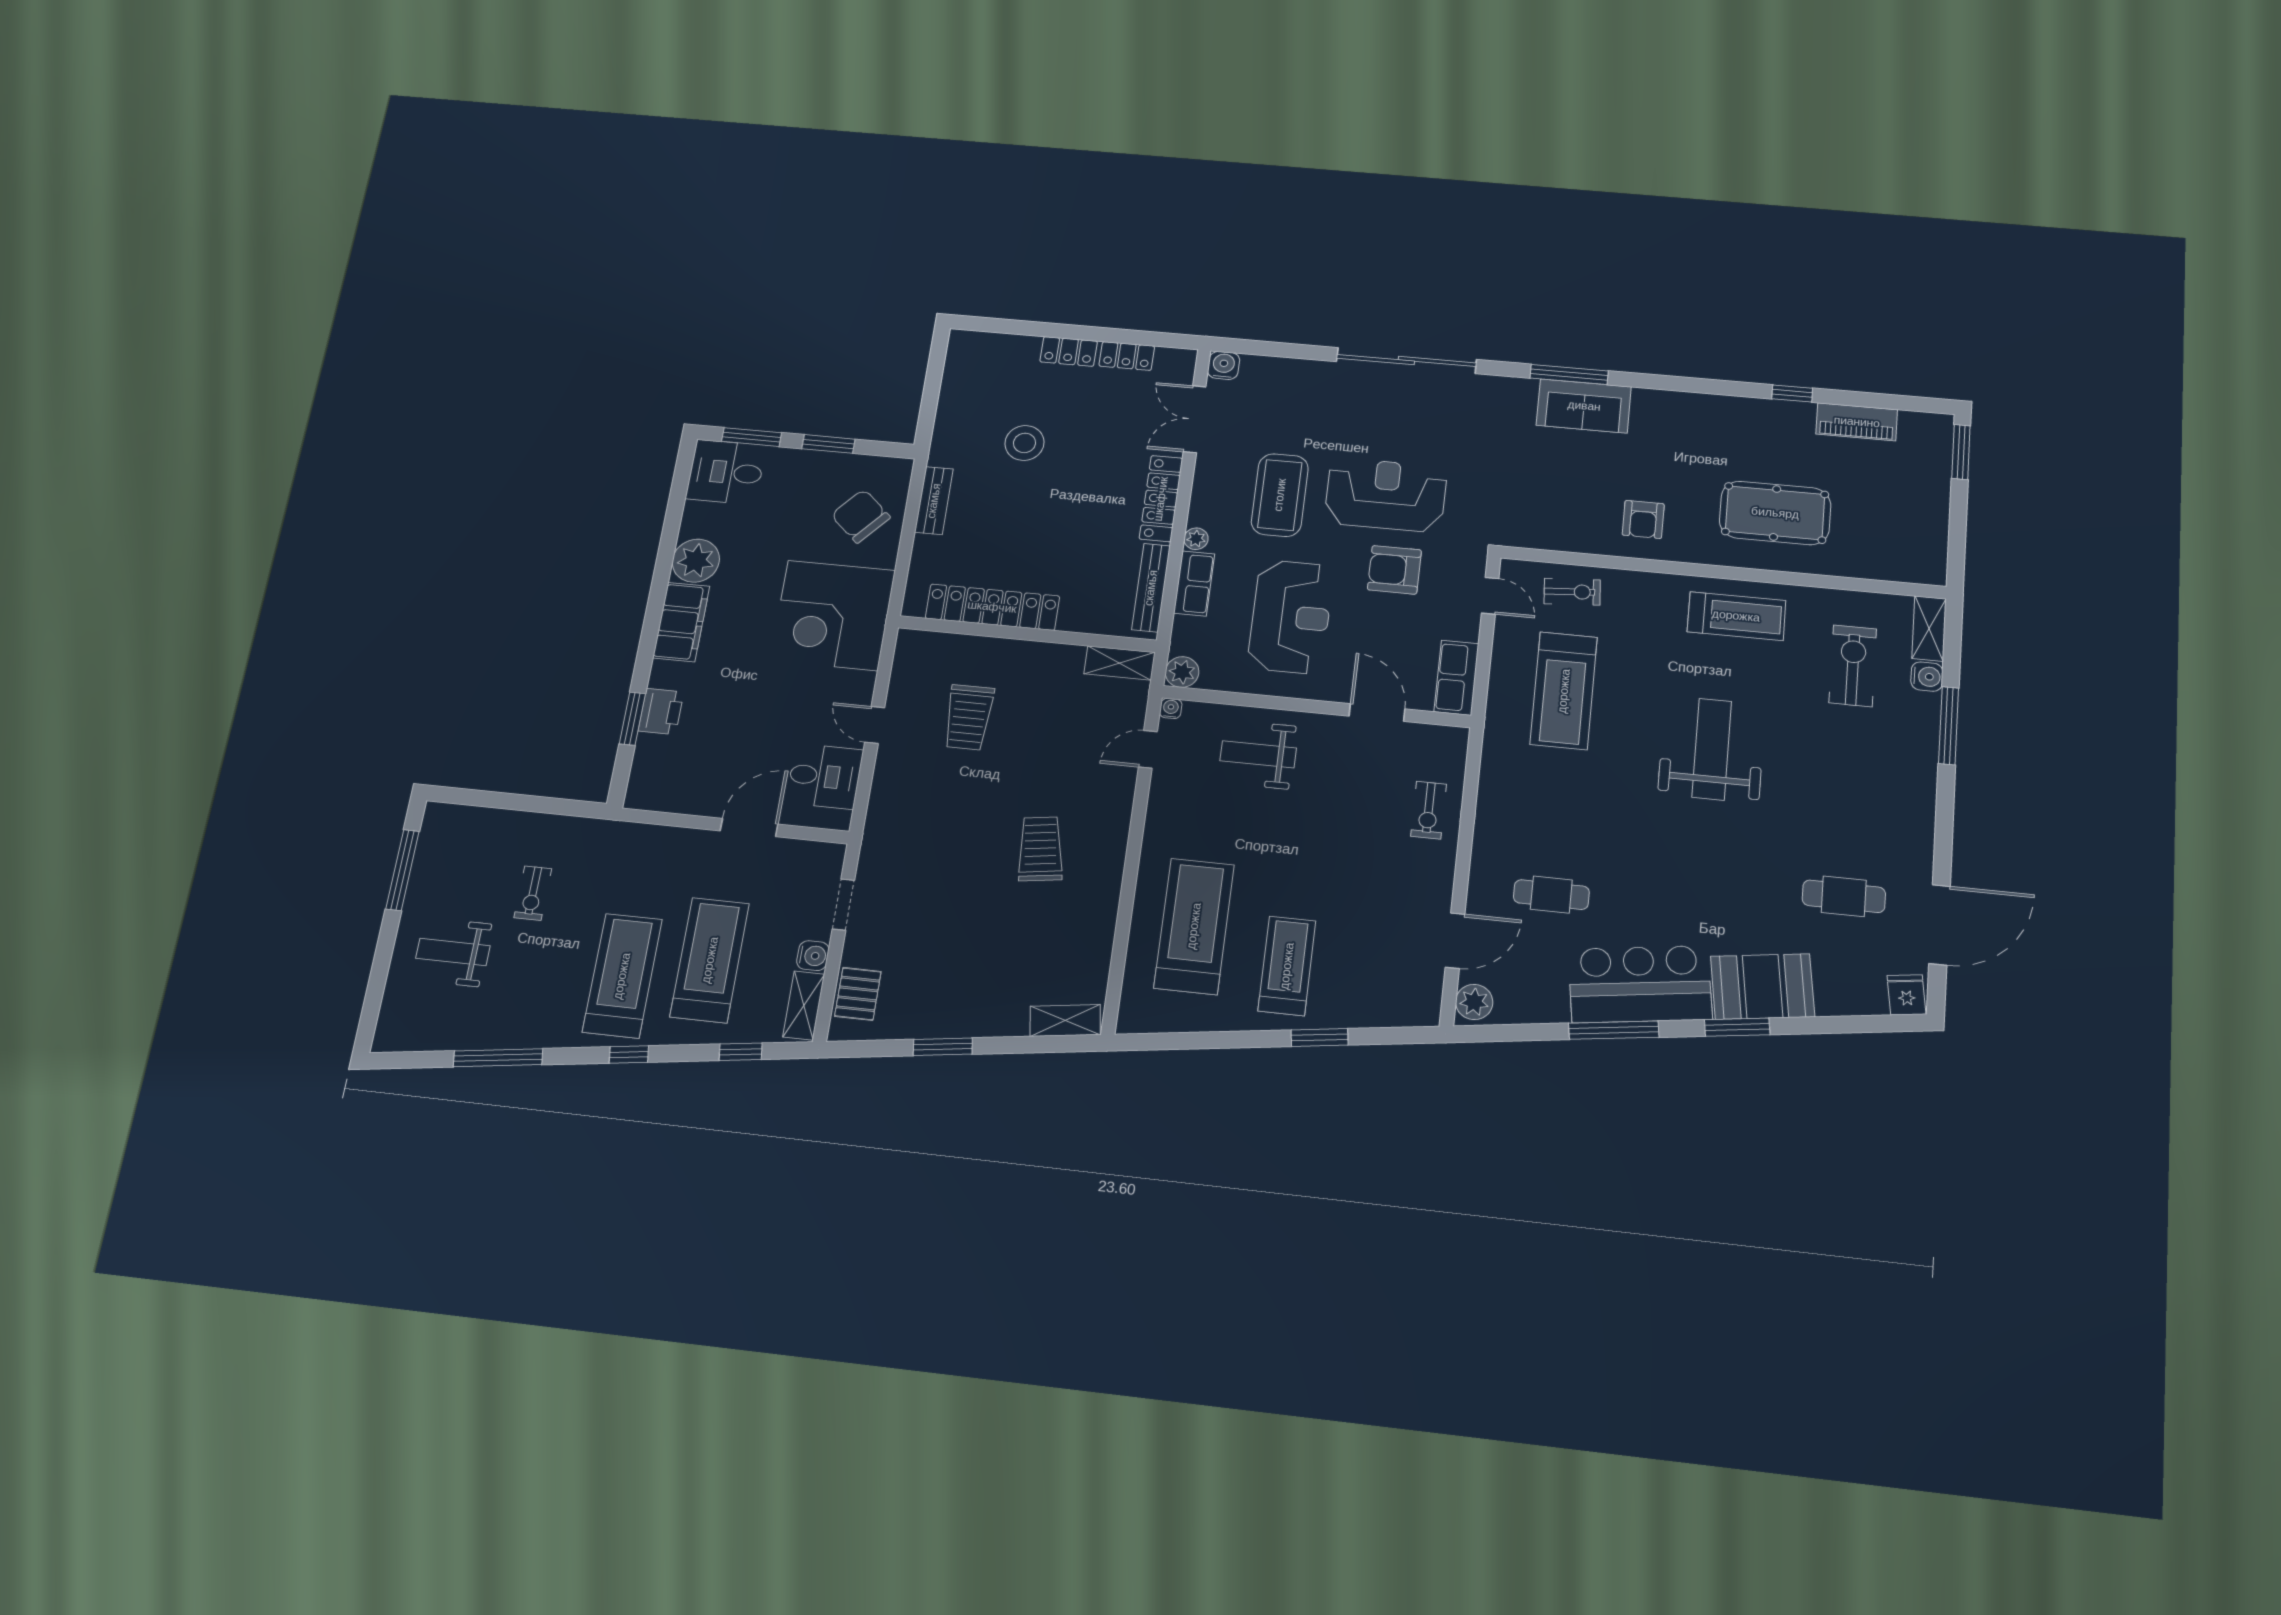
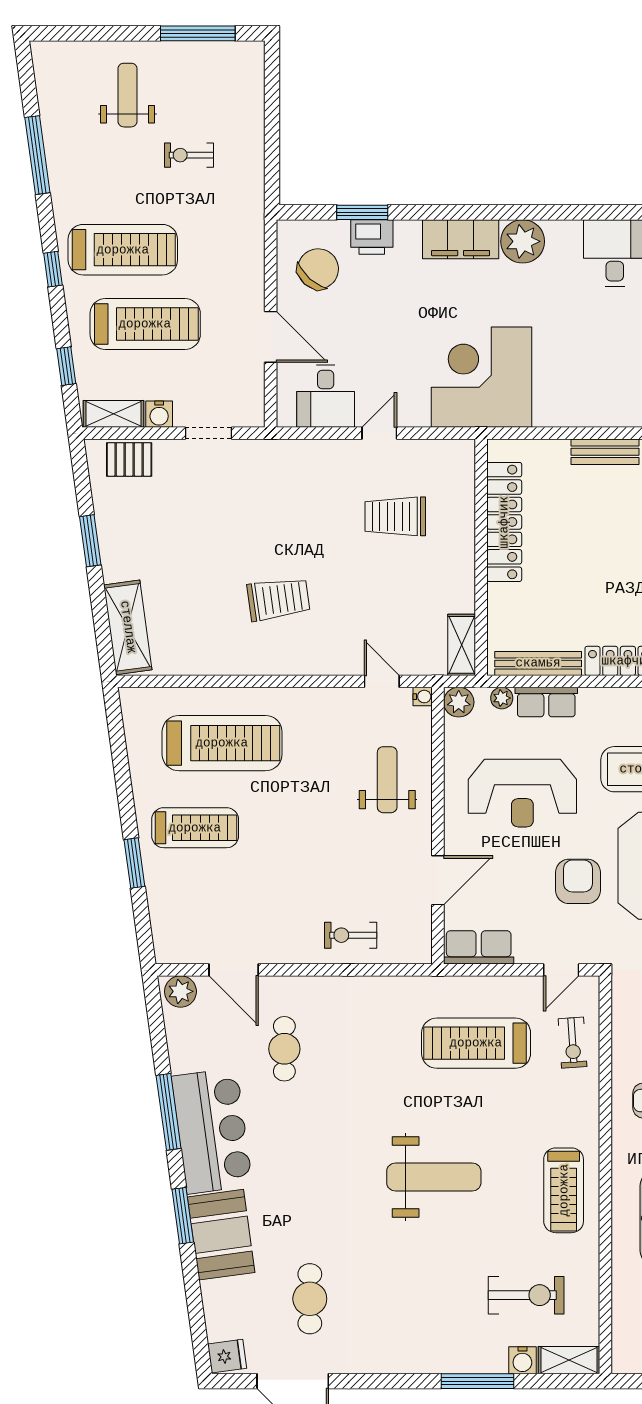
chair: (861, 516) -> (318, 269), moved
plant: (1196, 539) -> (502, 698), moved
shelving: (1065, 1020) -> (128, 627), width x1.50, depth x1.33

